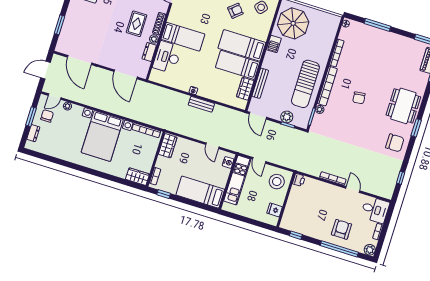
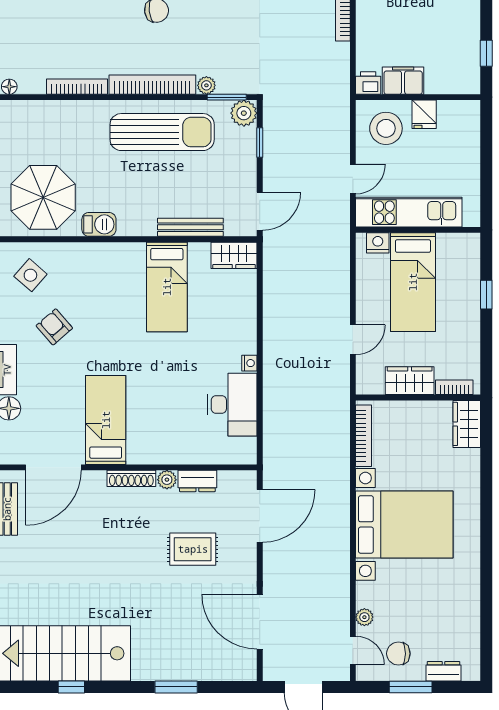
rug: (137, 24) -> (193, 549), moved
window: (60, 25) -> (176, 687), moved
bed: (183, 37) -> (106, 420), moved
bed: (242, 45) -> (123, 291), removed
desk: (167, 57) -> (232, 405), moved, turned -90
door: (80, 60) -> (260, 622), swing flipped
wardrobe: (245, 89) -> (234, 255), moved
bench: (201, 104) -> (273, 337), removed
plant: (287, 117) -> (244, 113), moved
wardrobe: (168, 146) -> (410, 381), moved
door: (212, 146) -> (353, 340), moved
bed: (200, 192) -> (413, 282), moved
window: (164, 194) -> (486, 295), moved
filing cabinet: (295, 195) -> (403, 81), added
fridge: (275, 210) -> (424, 114), moved

